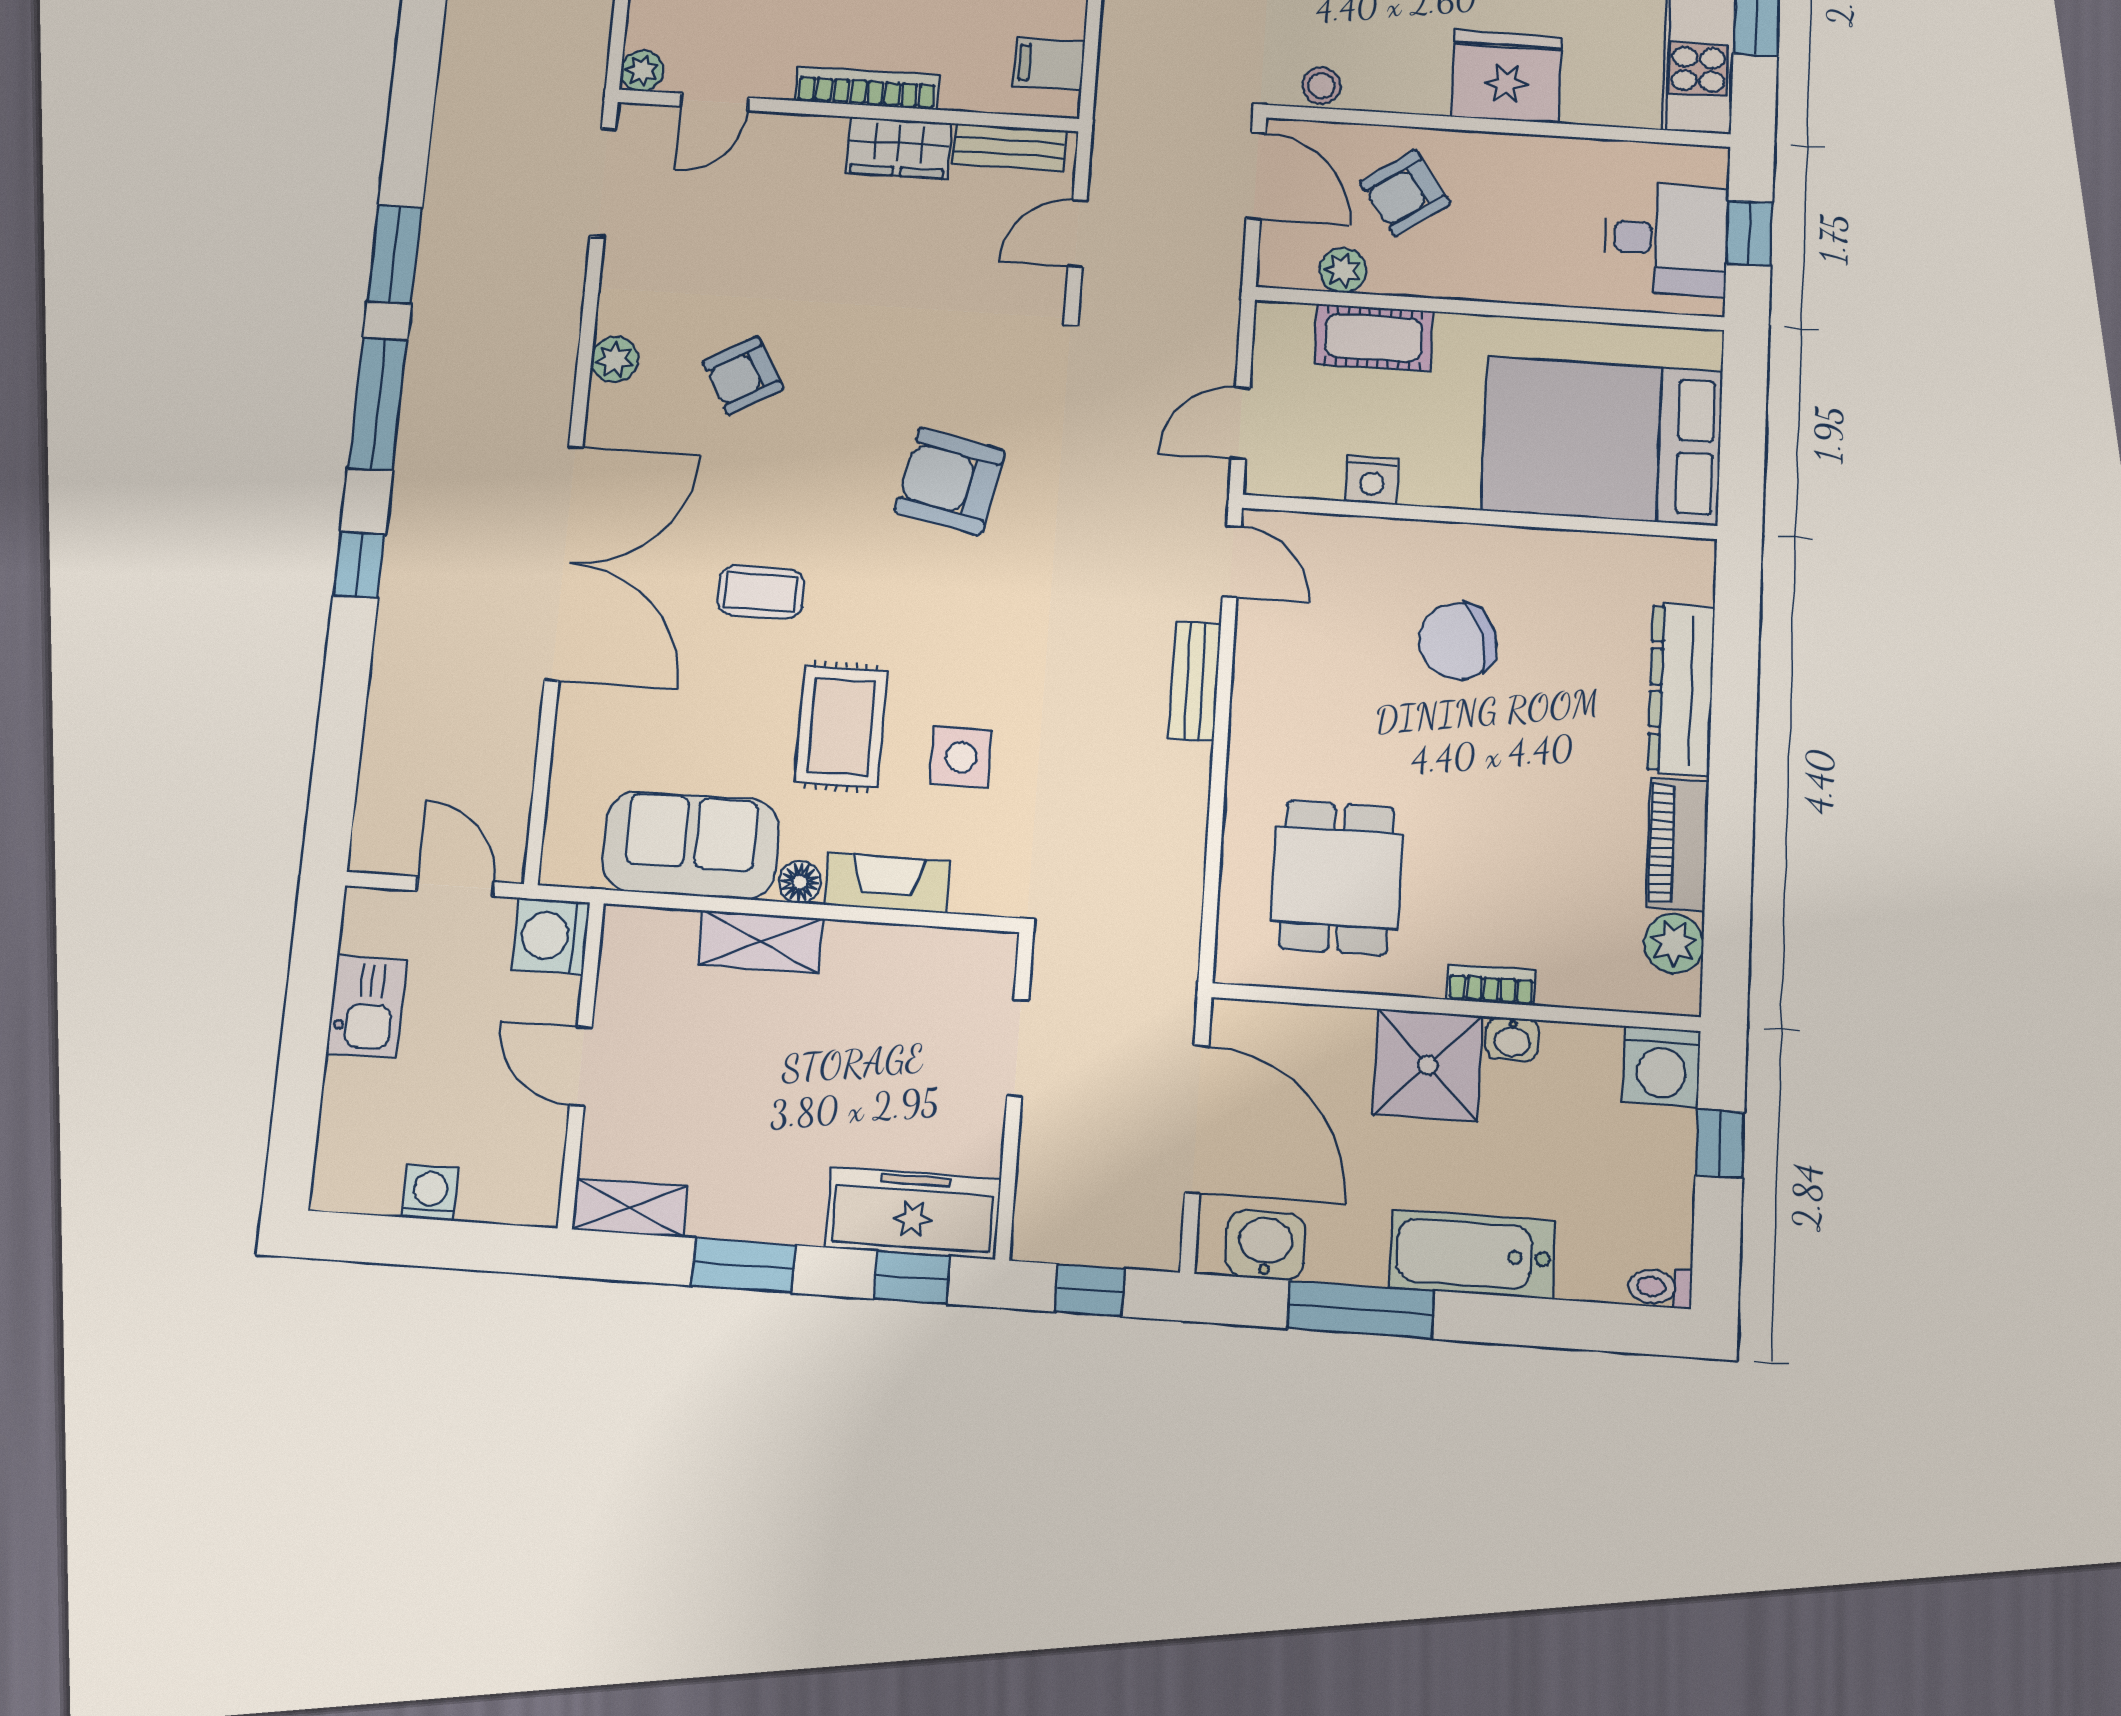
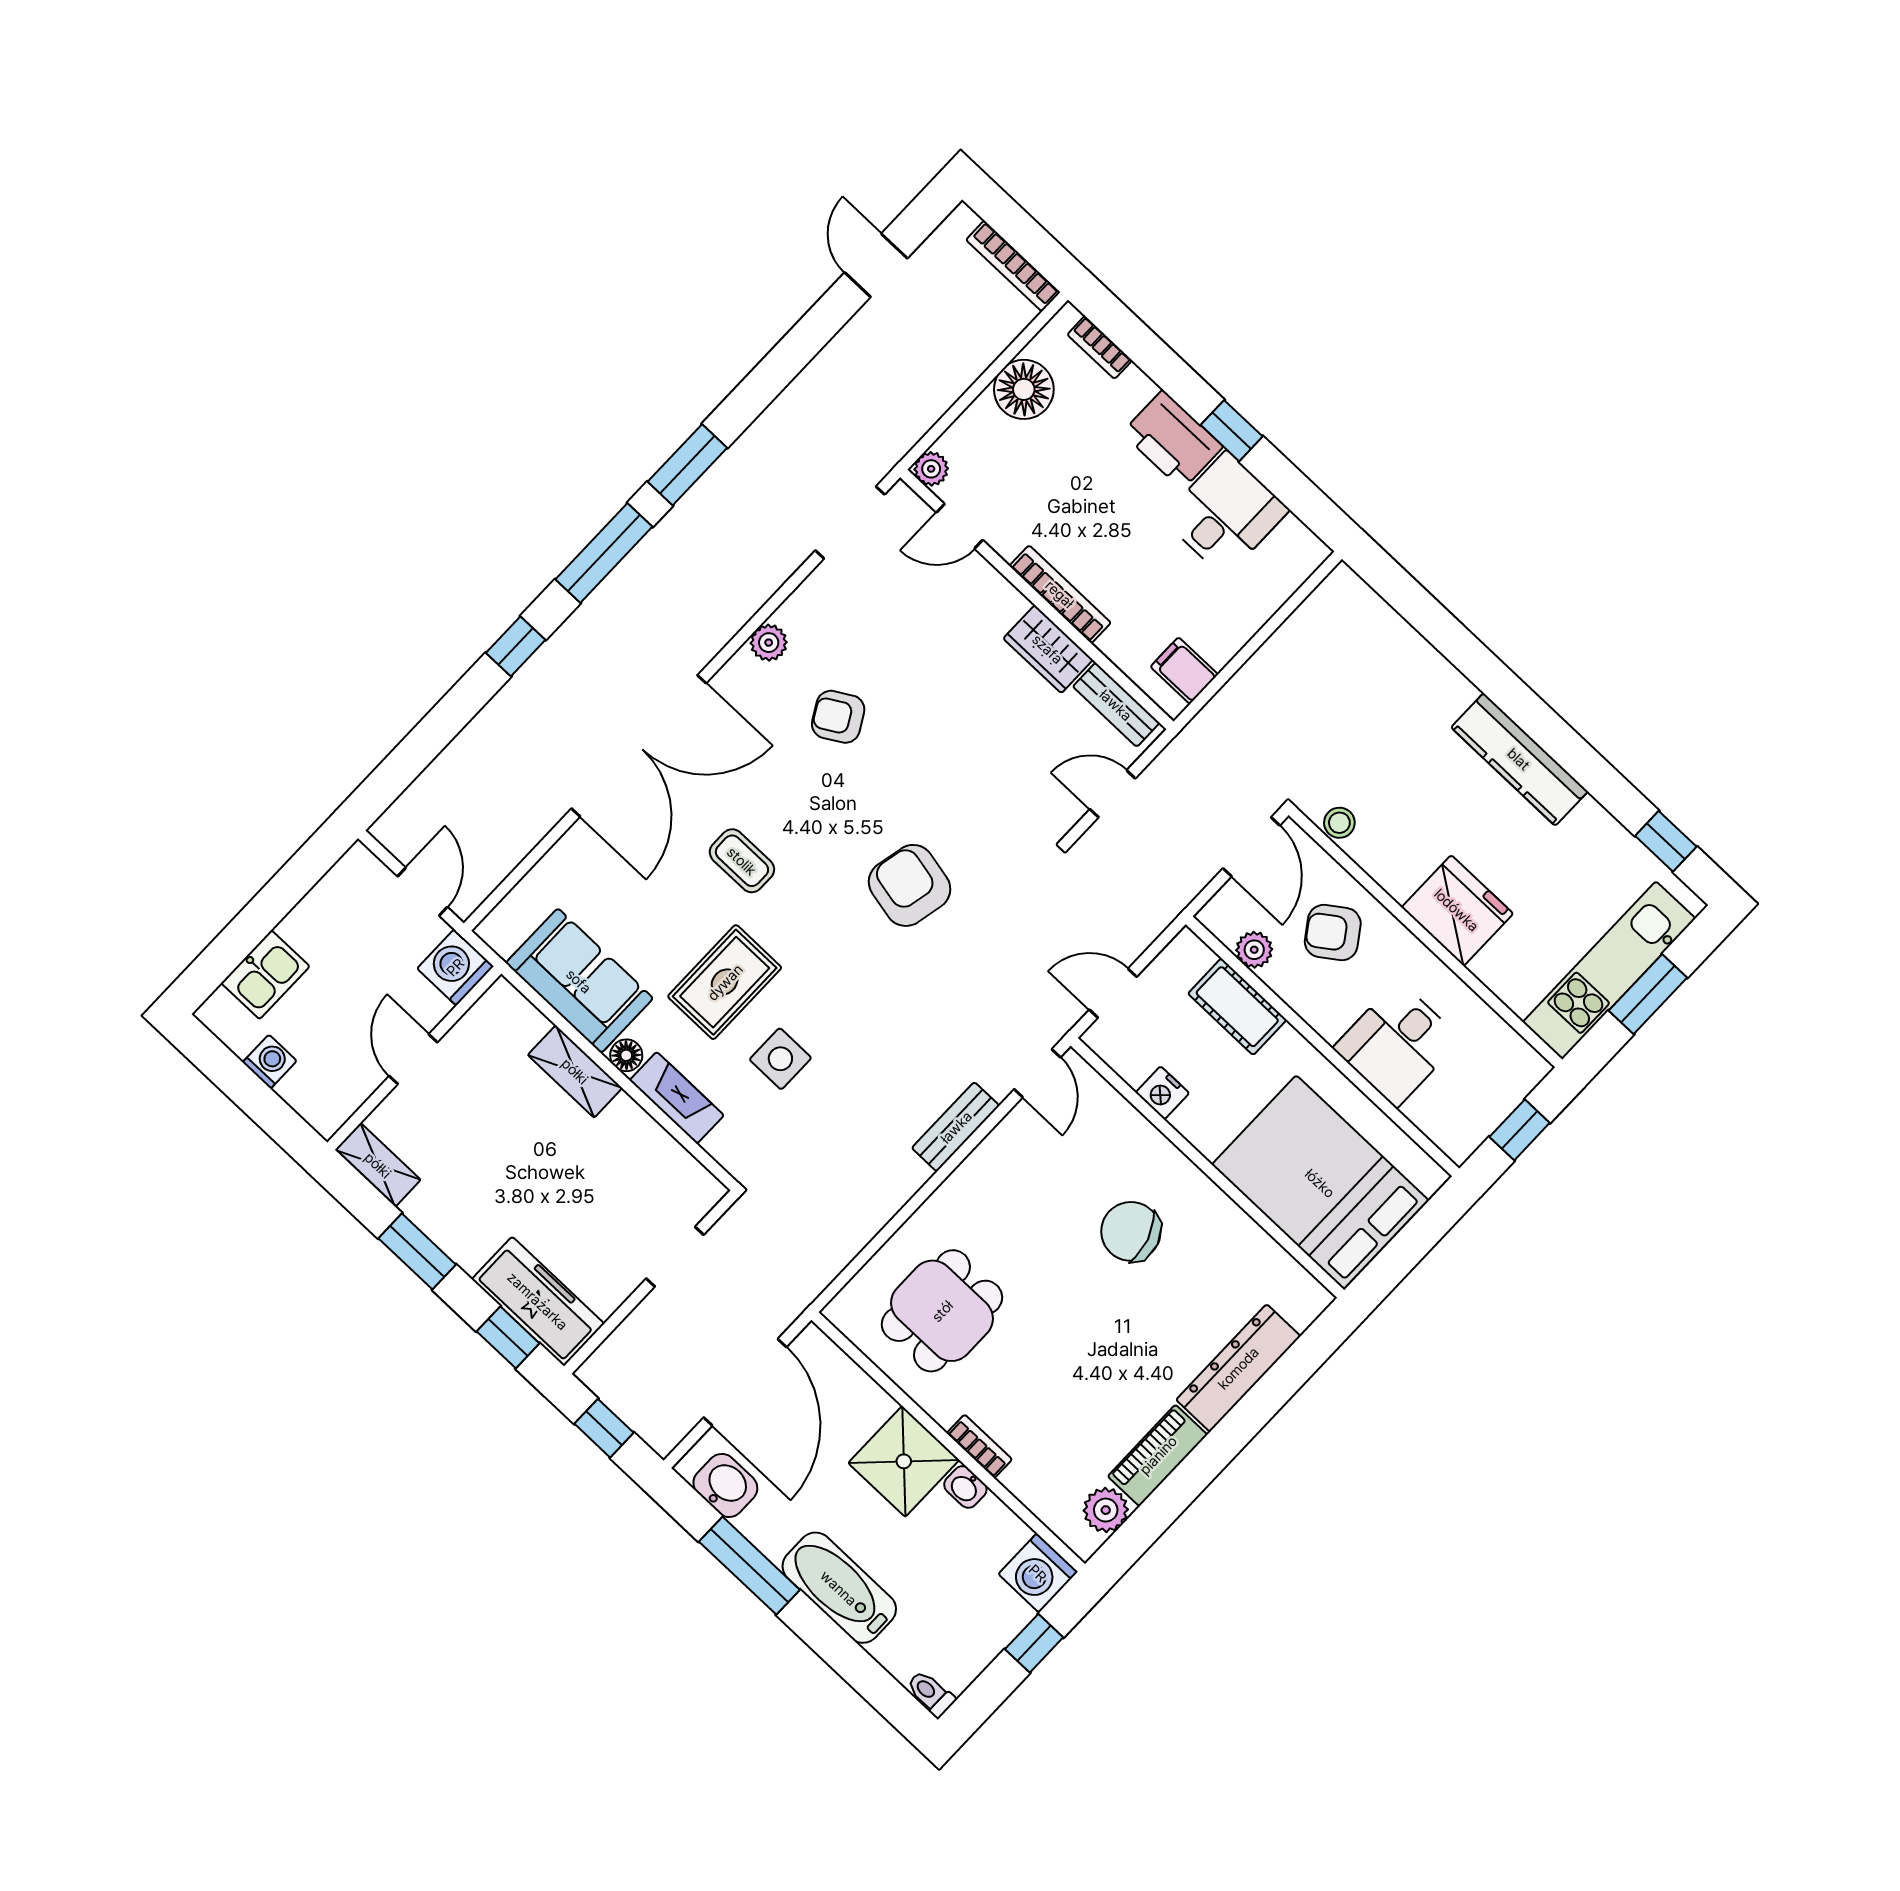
desk: (1666, 239) -> (1397, 1044), moved, turned 90
kitchen sink: (367, 1006) -> (265, 975), moved

